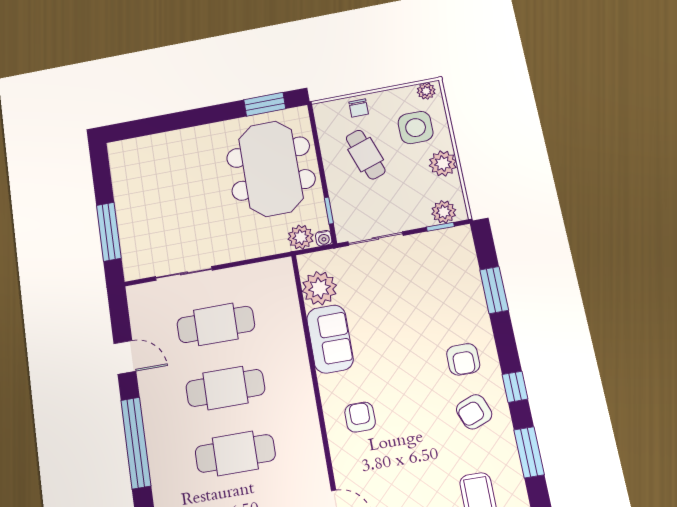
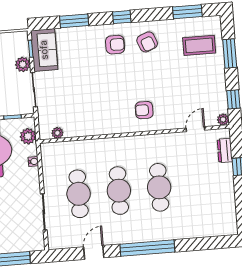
plant: (444, 212) -> (23, 64), moved
water cooler: (324, 238) -> (33, 162), moved
plant: (319, 288) -> (57, 133), width x0.53, depth x0.53
sofa: (330, 339) -> (44, 50), moved, turned 90
window: (515, 387) -> (122, 17), moved
window: (529, 452) -> (187, 12), moved

